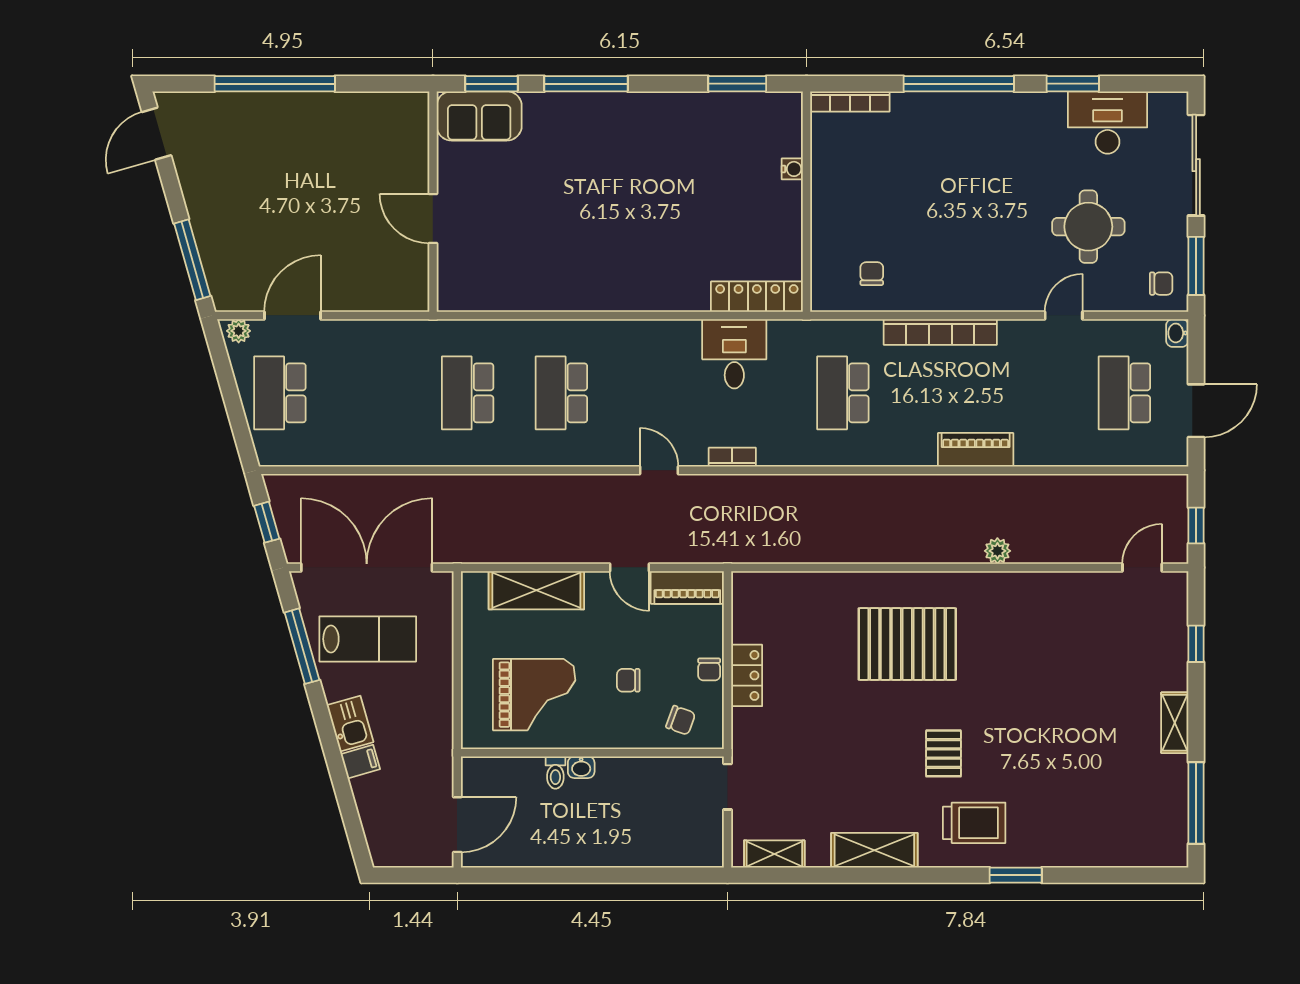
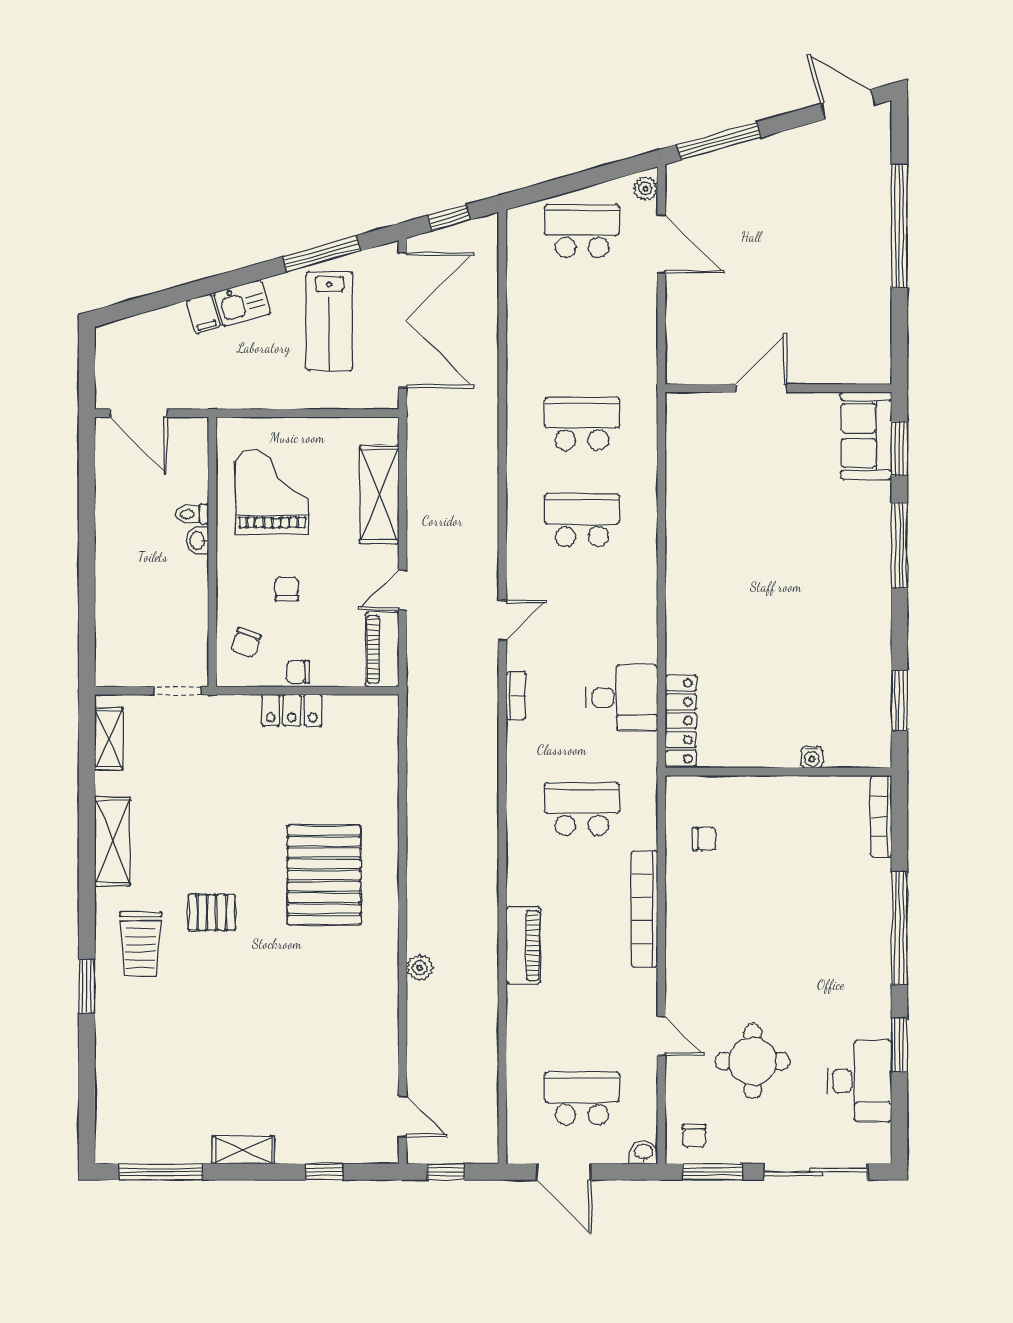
grand piano: (534, 695) -> (272, 492), turned 180

